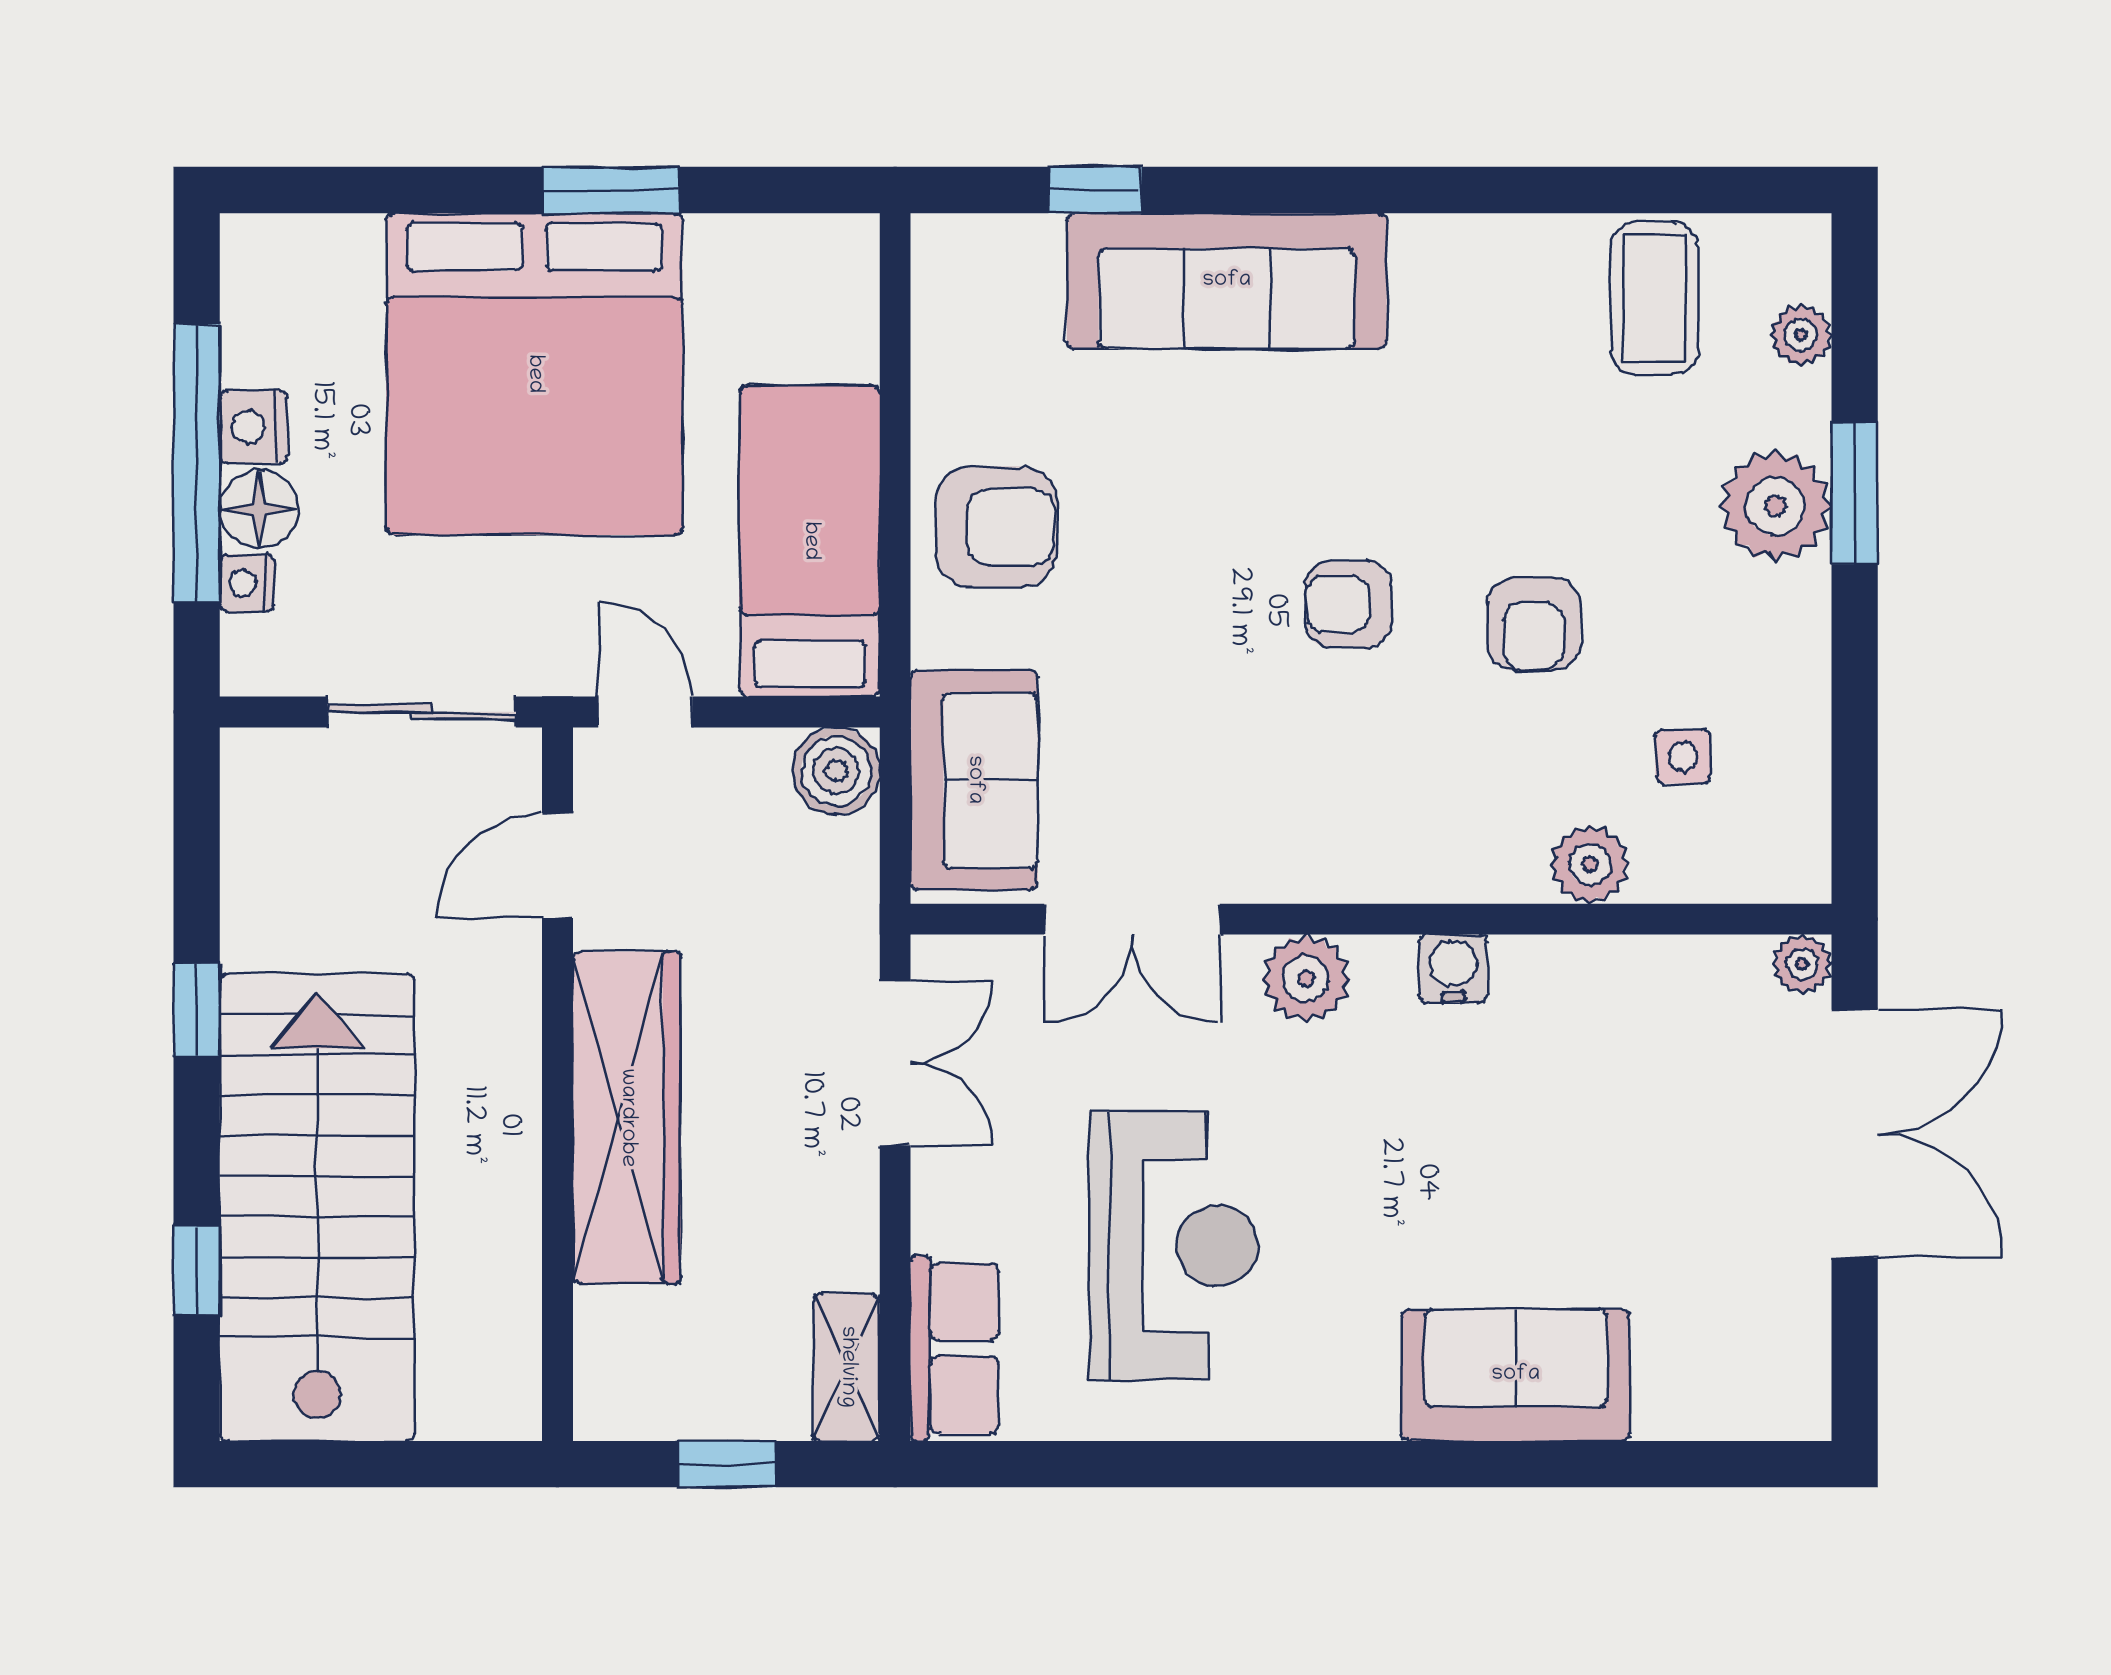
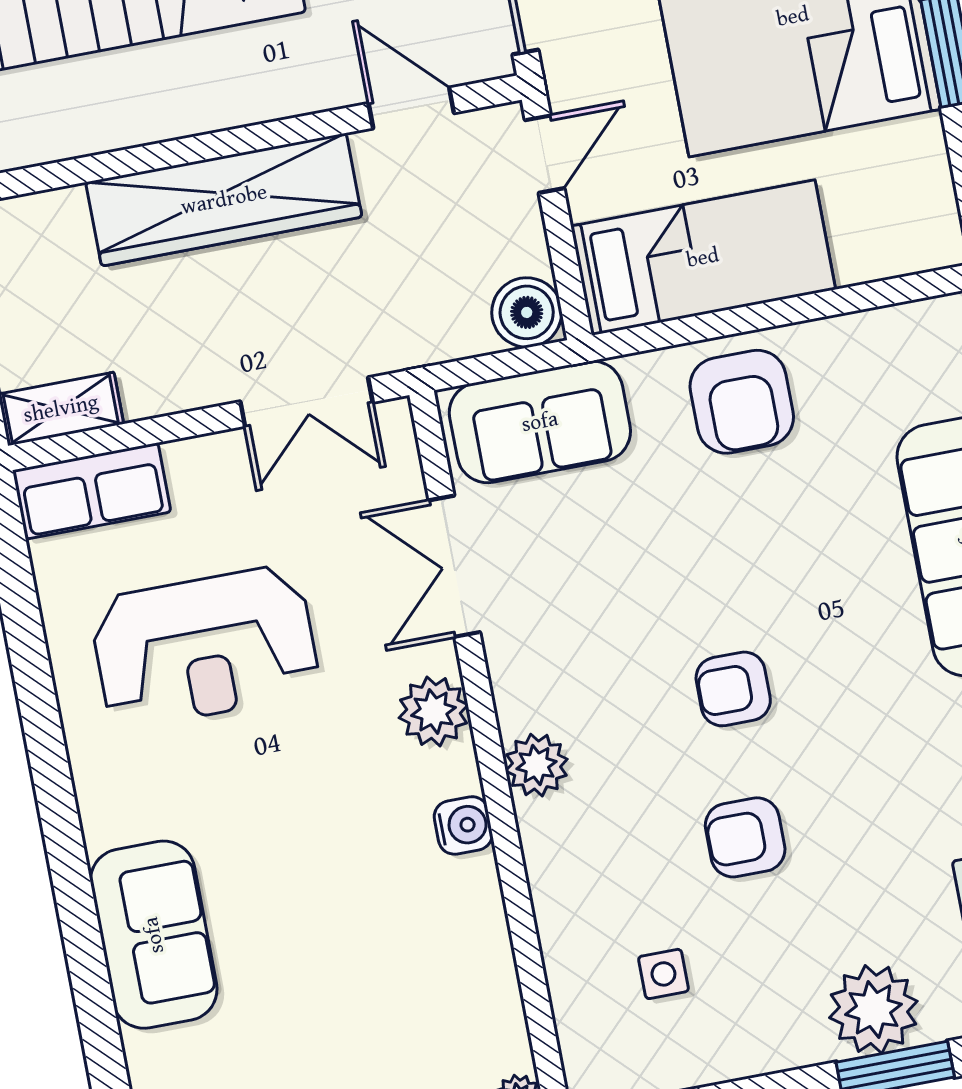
armchair: (1348, 604) -> (733, 689), turned -90
plant: (1590, 864) -> (536, 765), moved

